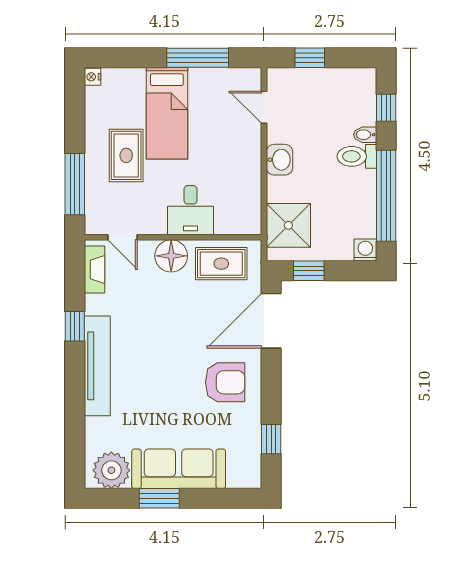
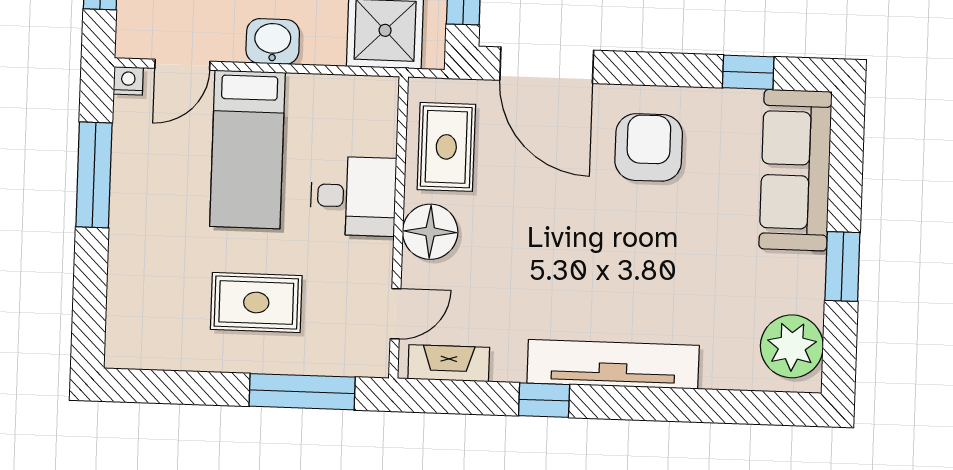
nightstand: (93, 77) -> (128, 81), moved, turned 180
bed: (167, 113) -> (247, 149), moved, turned 90
sofa: (179, 469) -> (795, 170), moved

